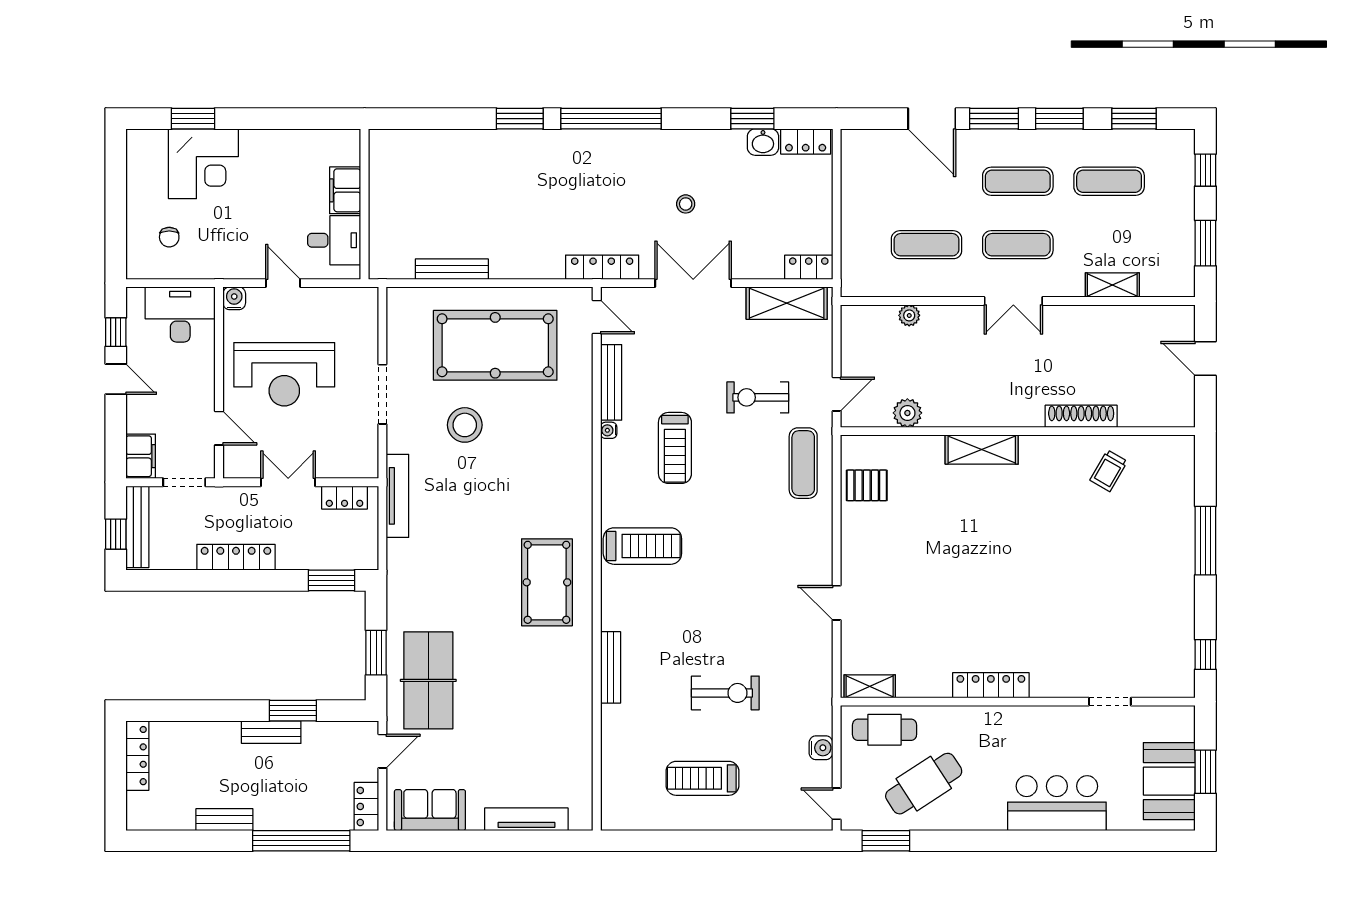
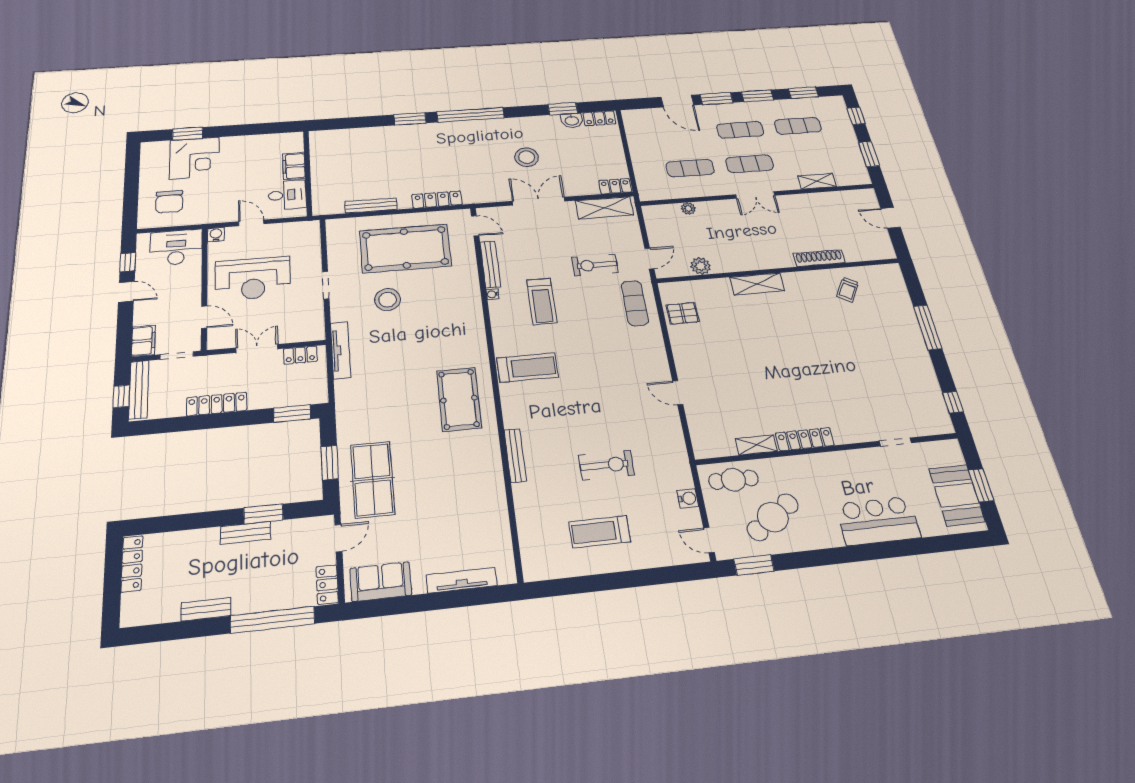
stool: (686, 204) -> (527, 157), width x1.89, depth x1.89
chair: (169, 237) -> (169, 202), width x1.87, depth x1.87
locker: (602, 267) -> (437, 200), moved
doorway: (382, 394) -> (326, 285), width x0.73
shelving: (870, 686) -> (756, 445), moved

